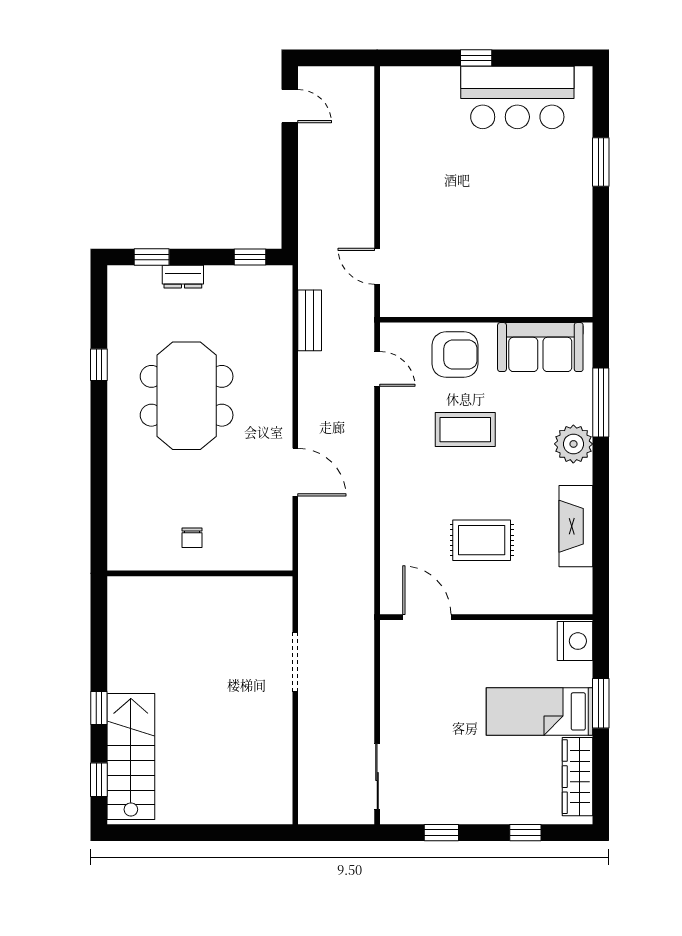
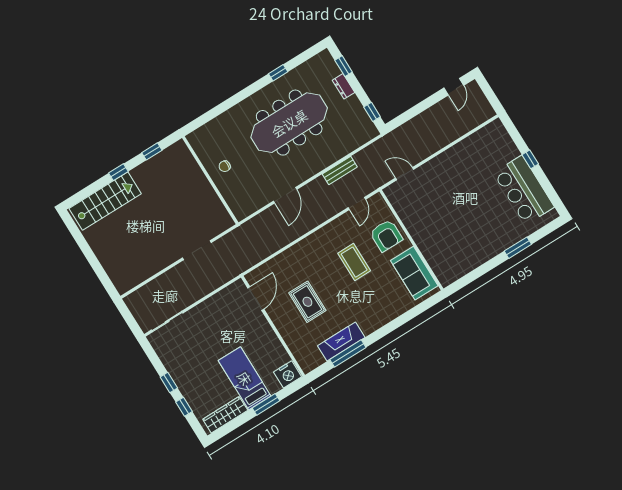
door: (377, 266) -> (405, 174), hinge flipped
bench: (310, 320) -> (340, 170), moved
meeting table: (187, 396) -> (289, 123), width x1.36
window: (601, 403) -> (348, 353), moved
plant: (573, 444) -> (379, 317), removed
window: (99, 780) -> (152, 151), moved
window: (441, 833) -> (169, 382), moved

